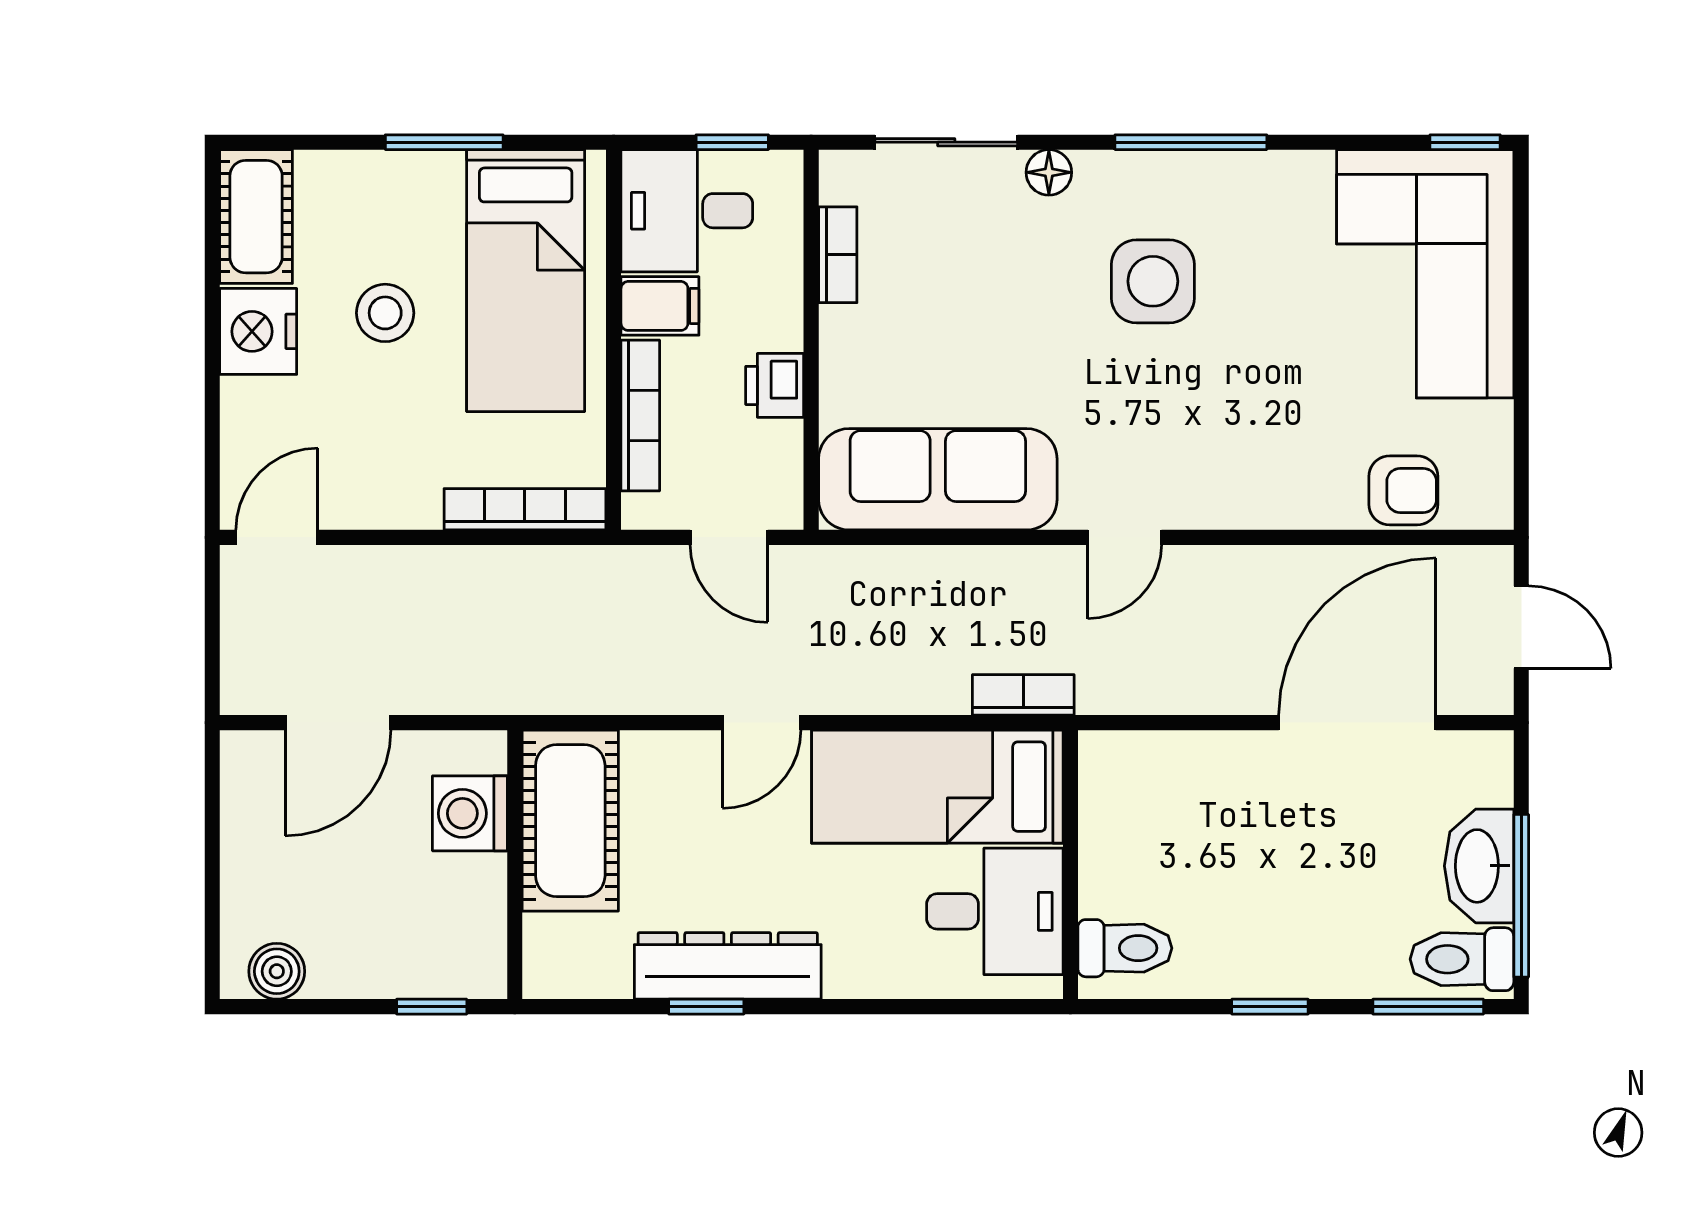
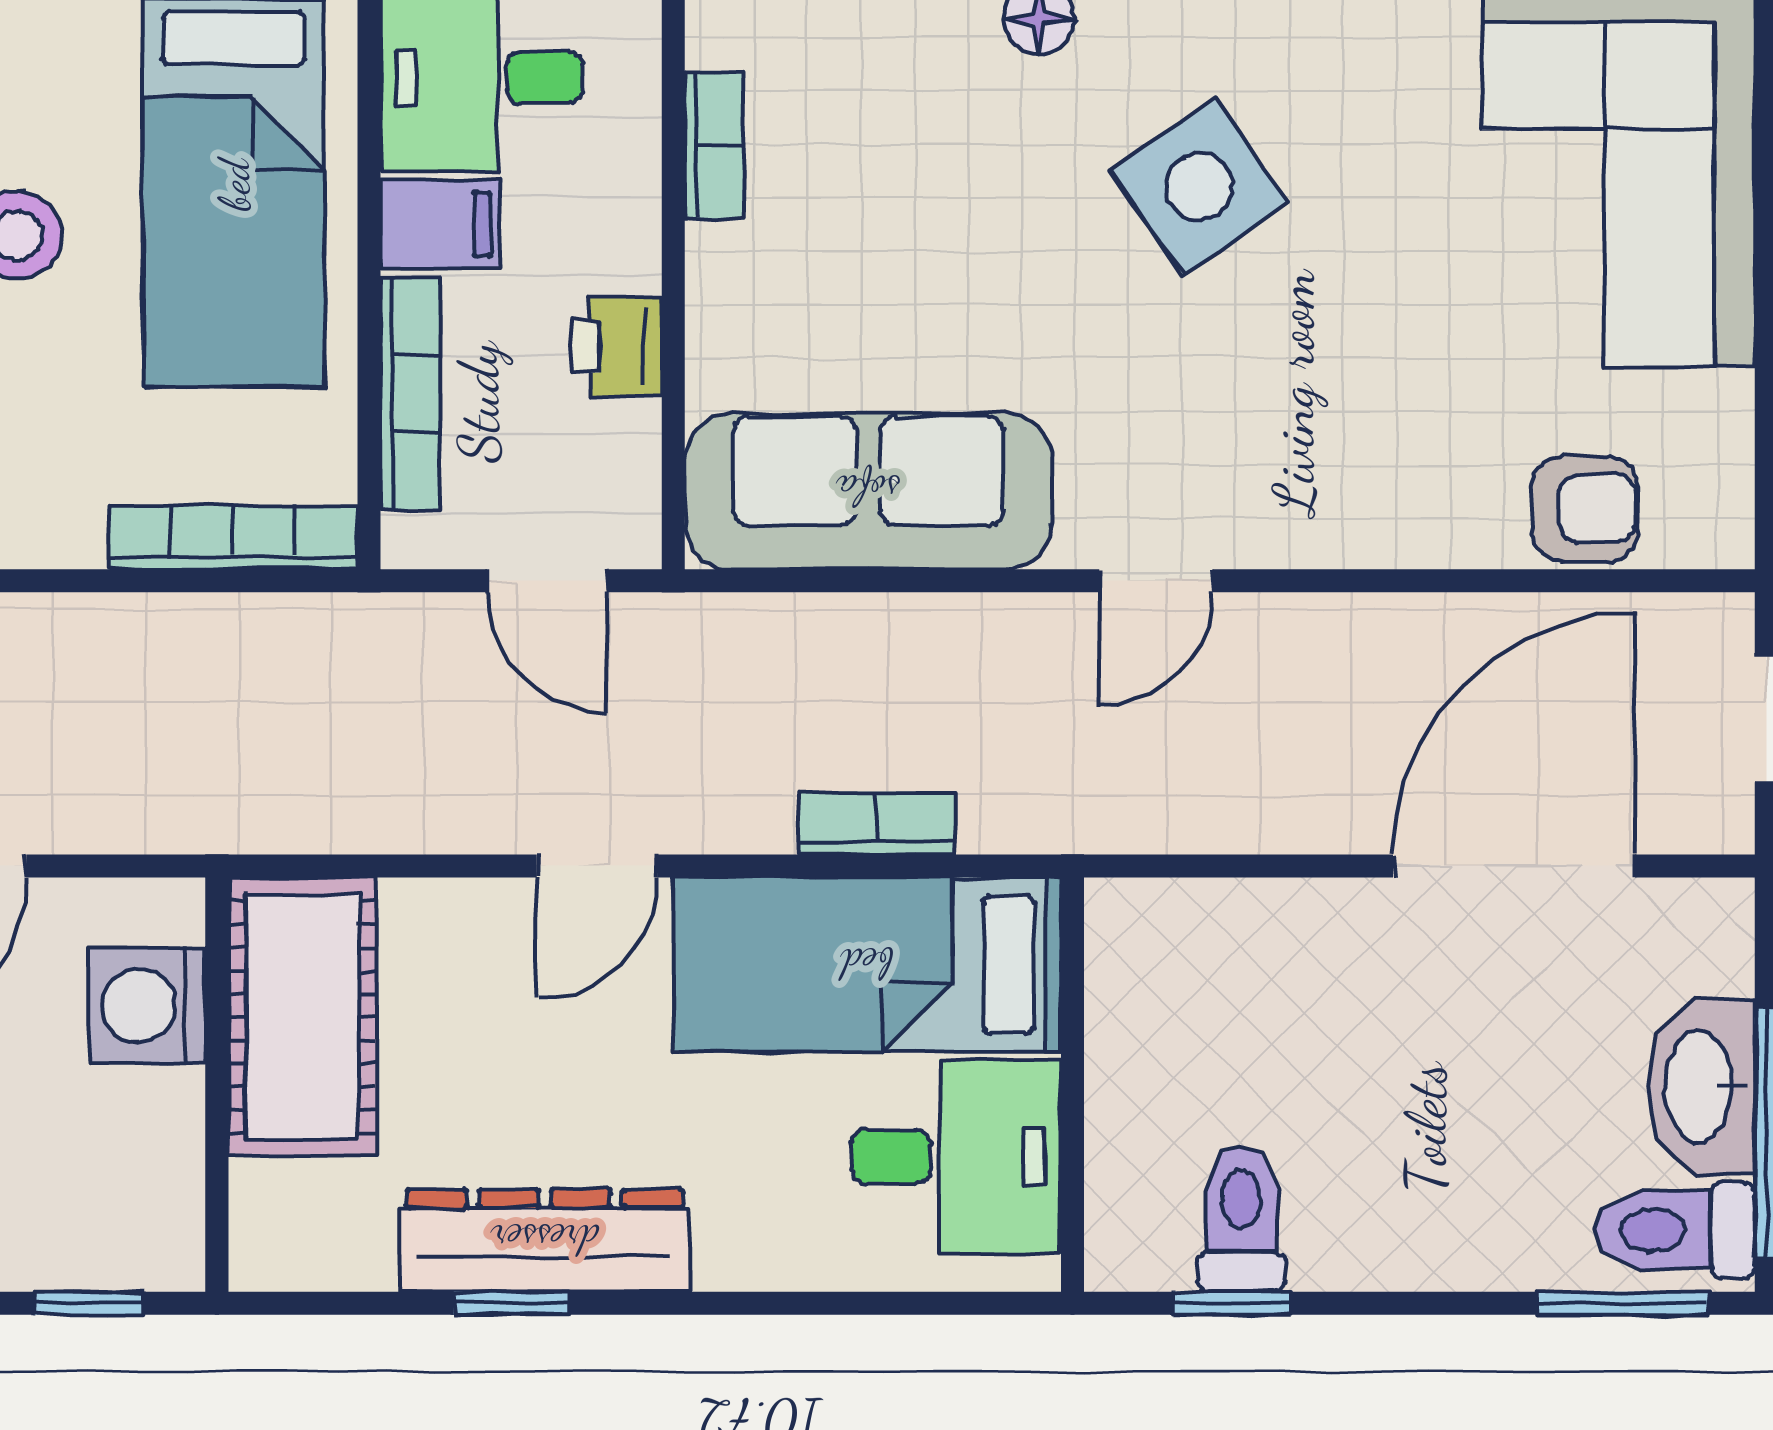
side table: (1153, 281) -> (1199, 187), turned -35
bookcase: (1023, 695) -> (877, 823), moved
toilet: (1125, 948) -> (1241, 1219), moved, turned -90
window: (1270, 1007) -> (1232, 1303), moved

